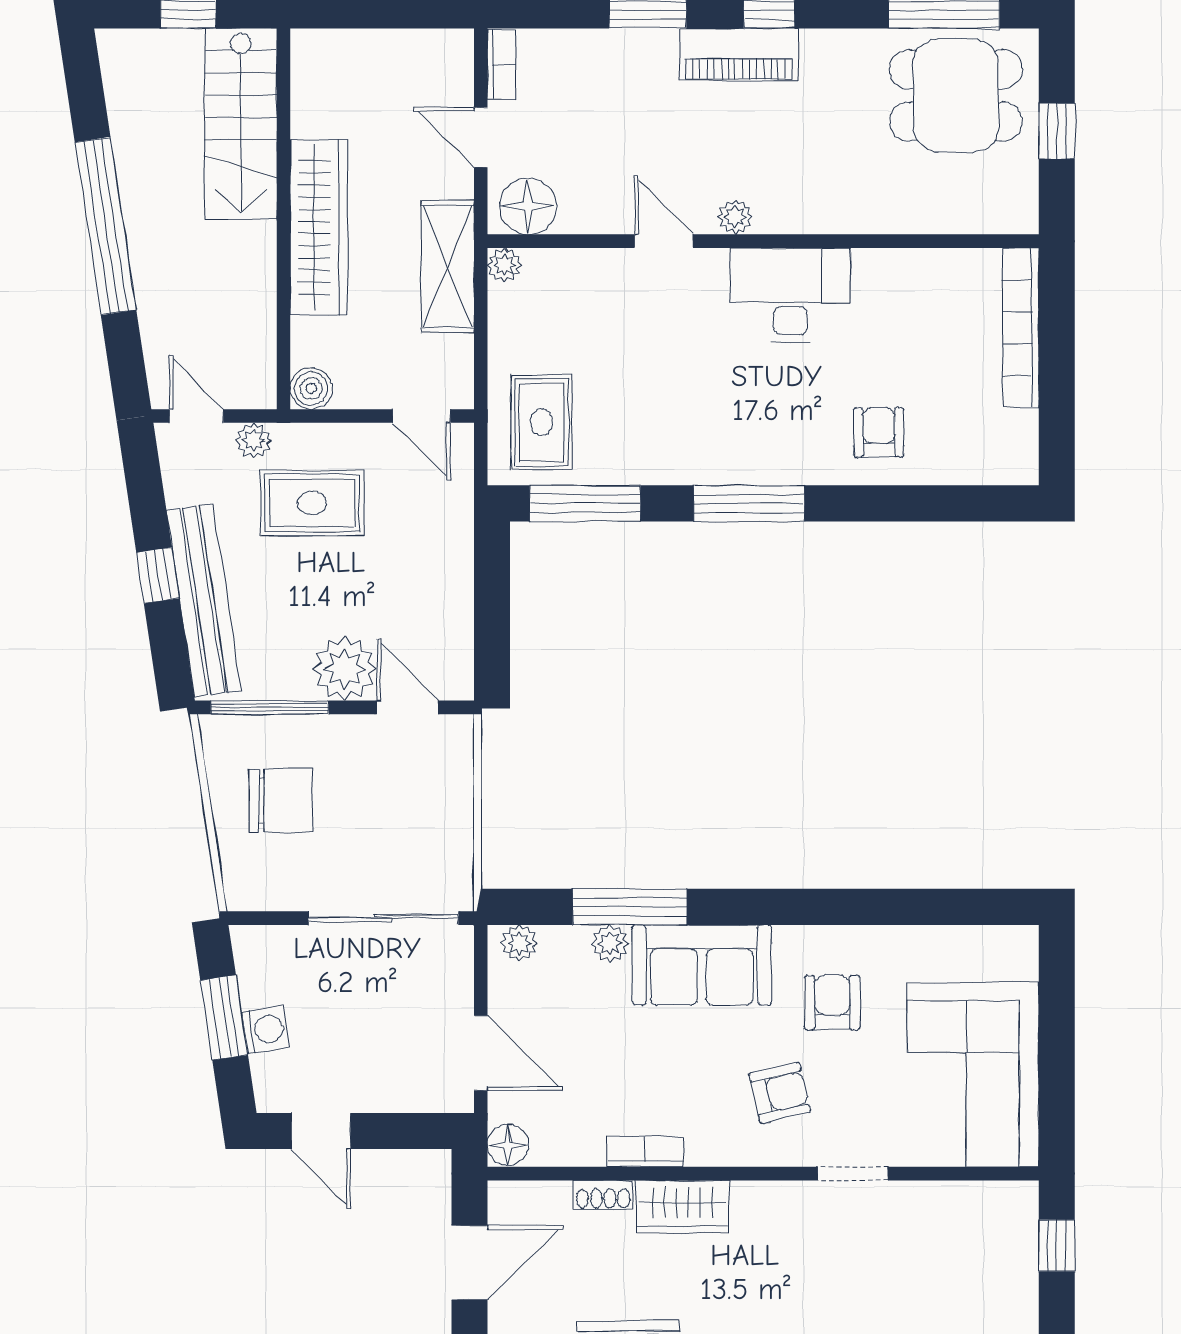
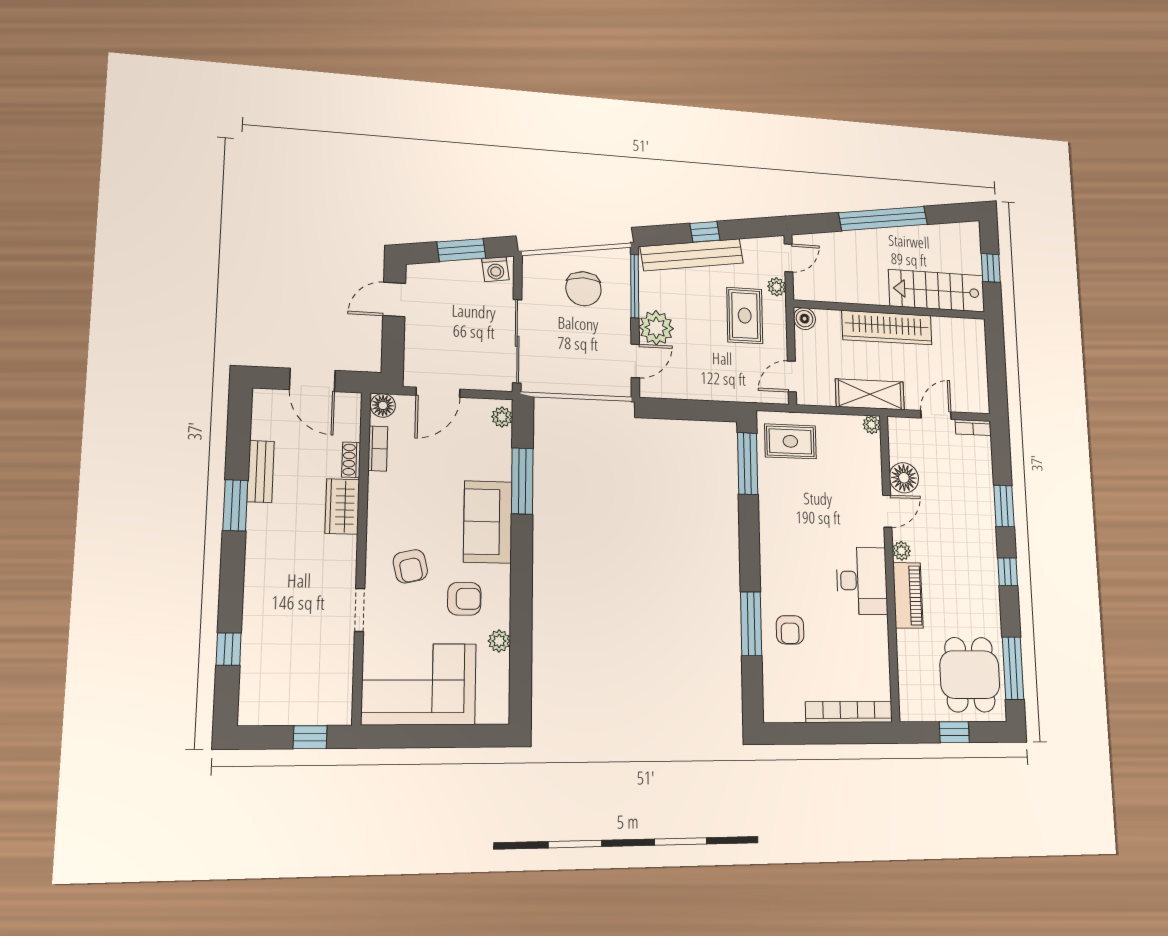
piano: (739, 55) -> (908, 595), moved, turned 180
floor lamp: (528, 206) -> (904, 478), moved
armchair: (879, 432) -> (790, 630), turned 90
window: (749, 503) -> (751, 624), moved
plant: (610, 943) -> (499, 641), moved
washing machine: (266, 1030) -> (495, 269), moved
bookcase: (645, 1152) -> (378, 449), moved

